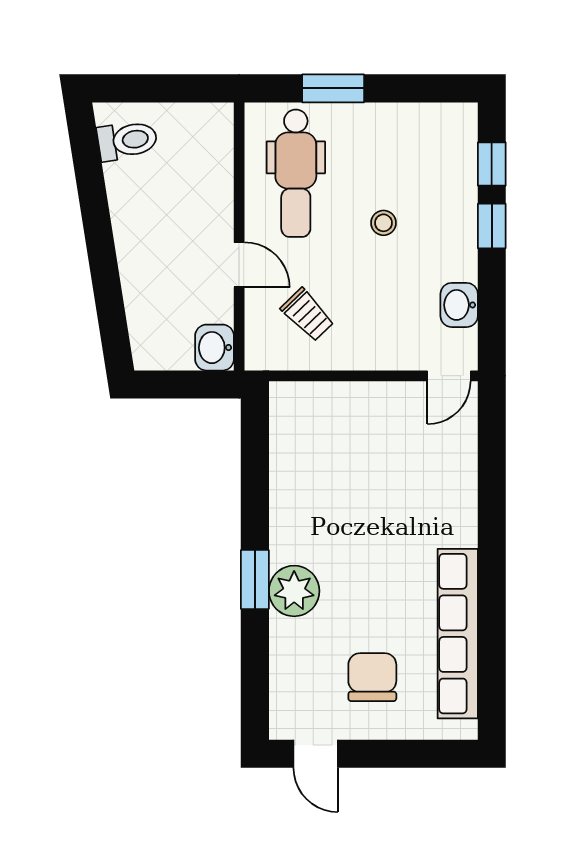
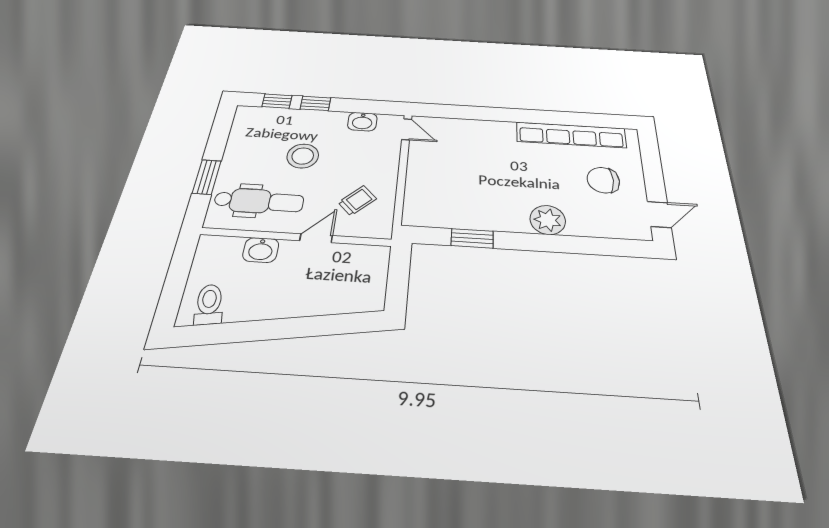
stool: (383, 223) -> (303, 156), width x1.89, depth x1.89
washbasin: (215, 348) -> (261, 250), moved
window: (255, 579) -> (472, 238), moved

